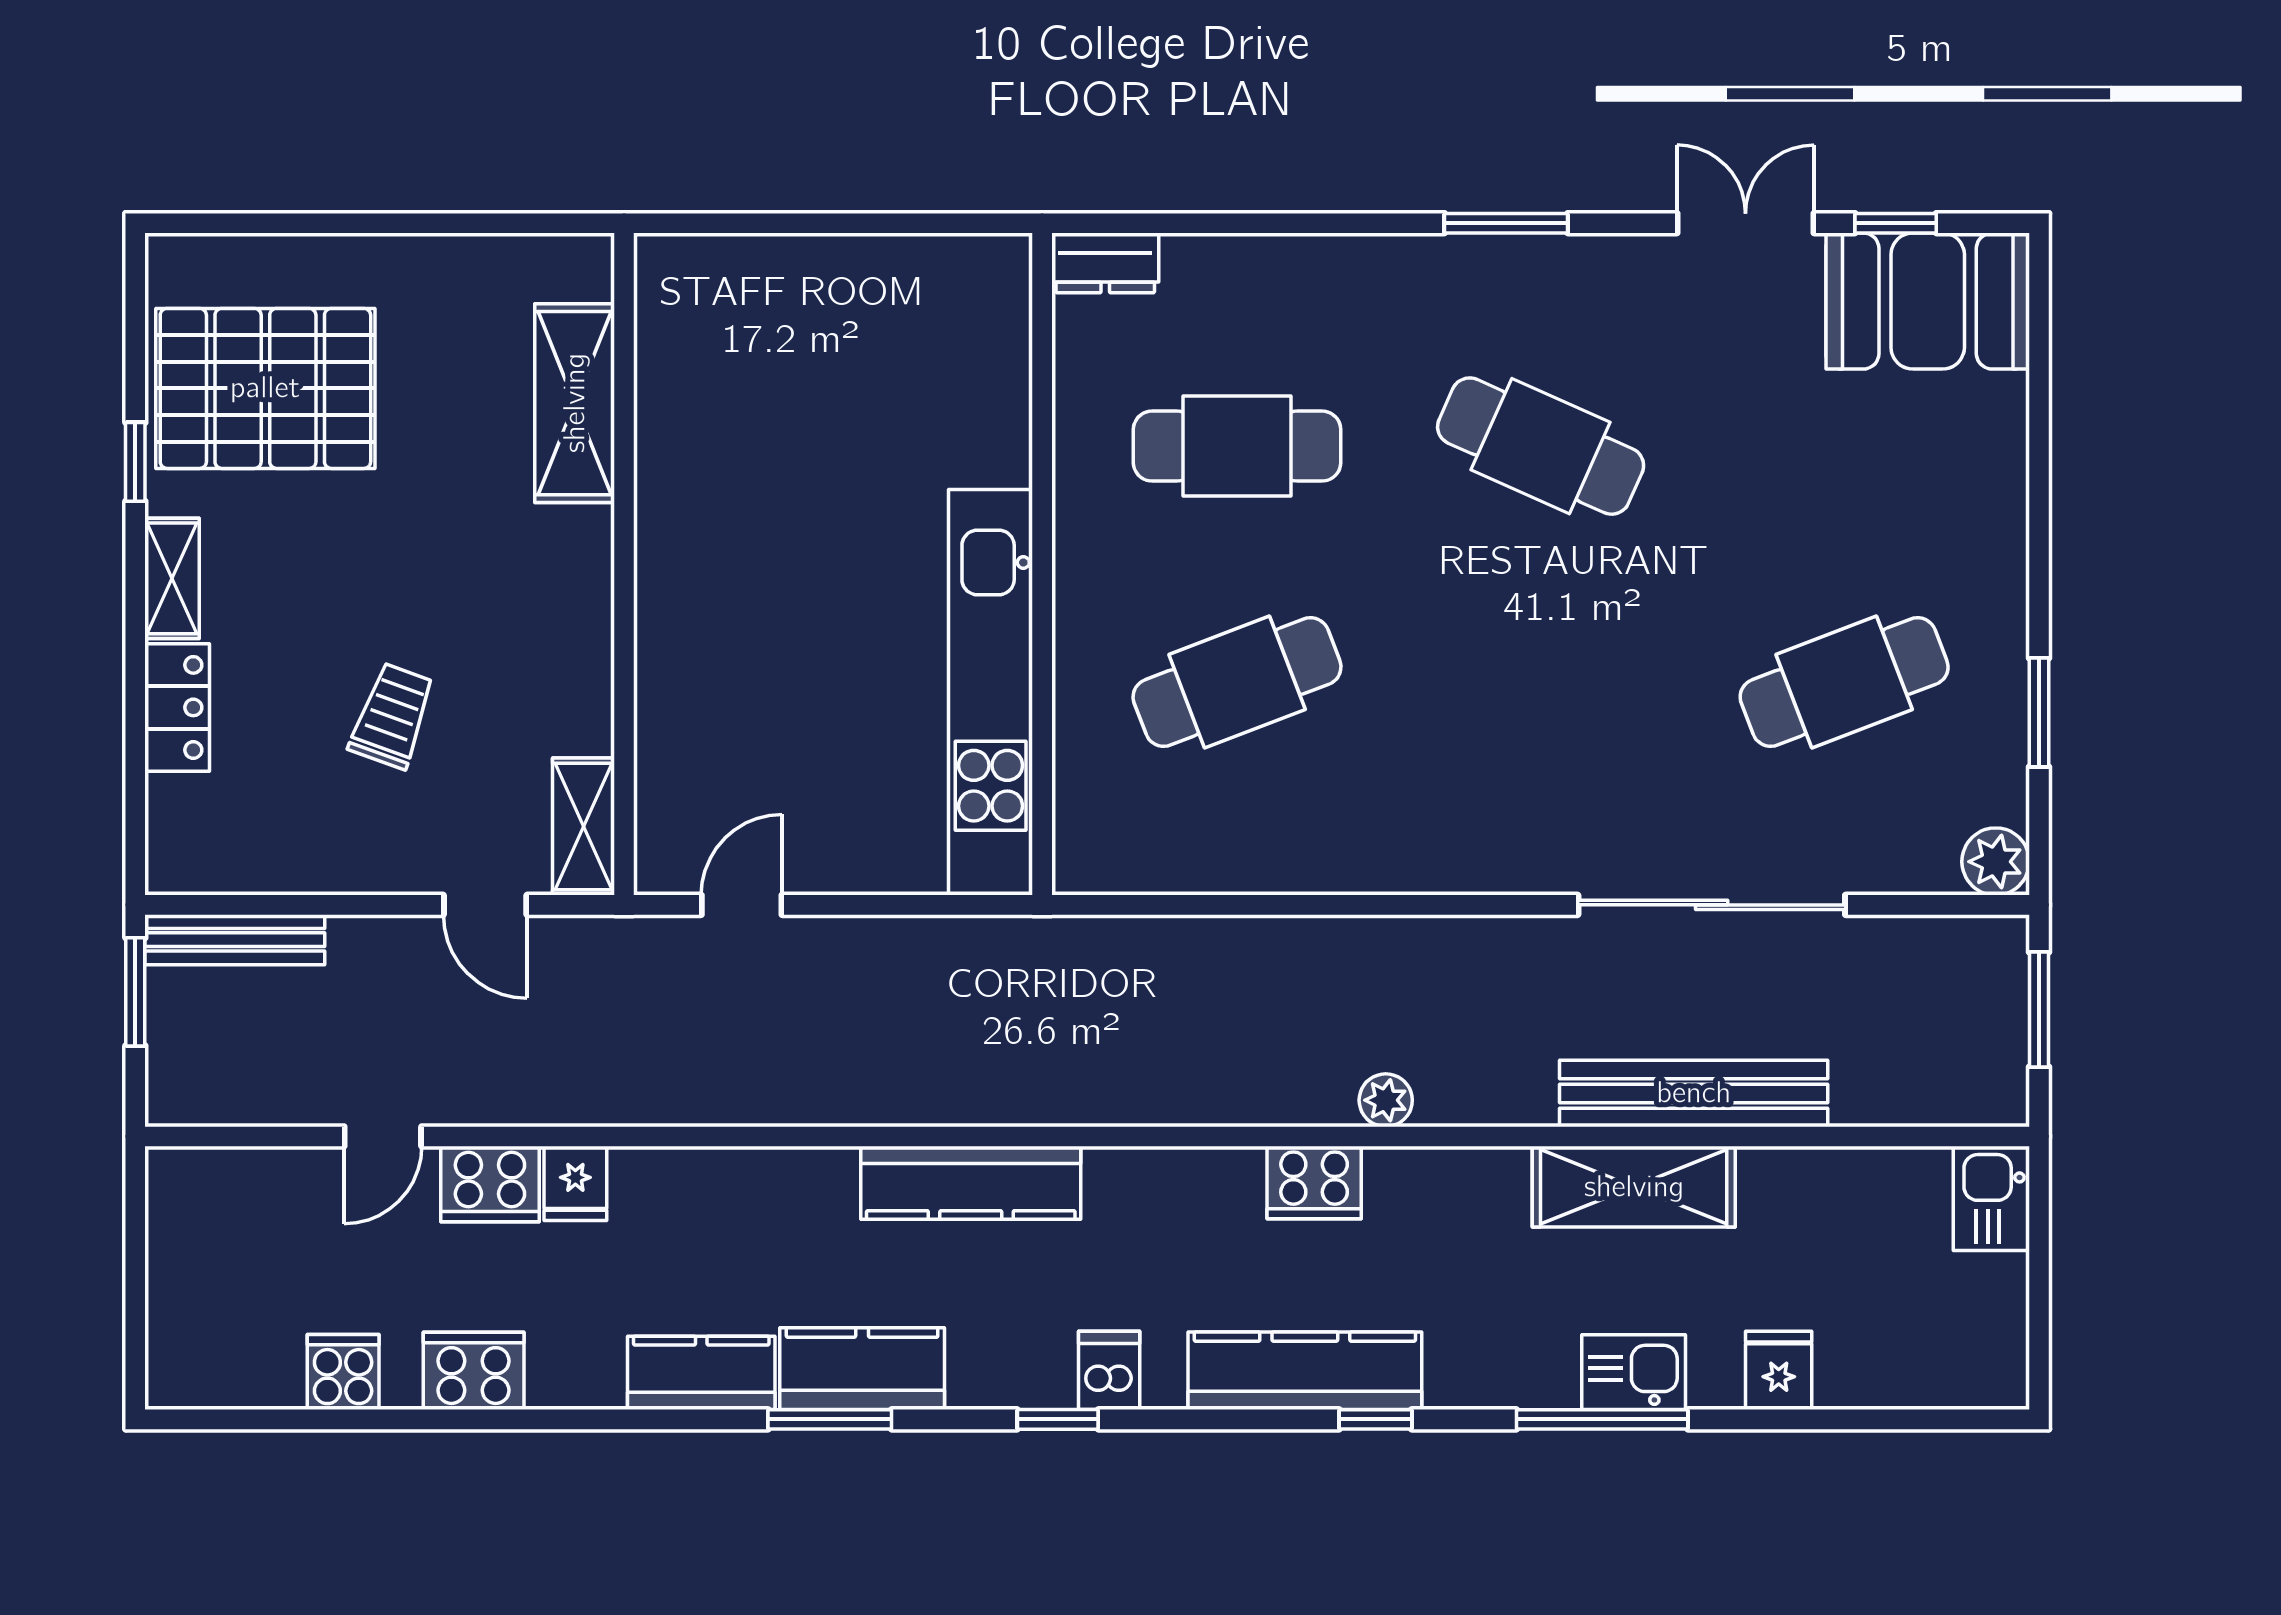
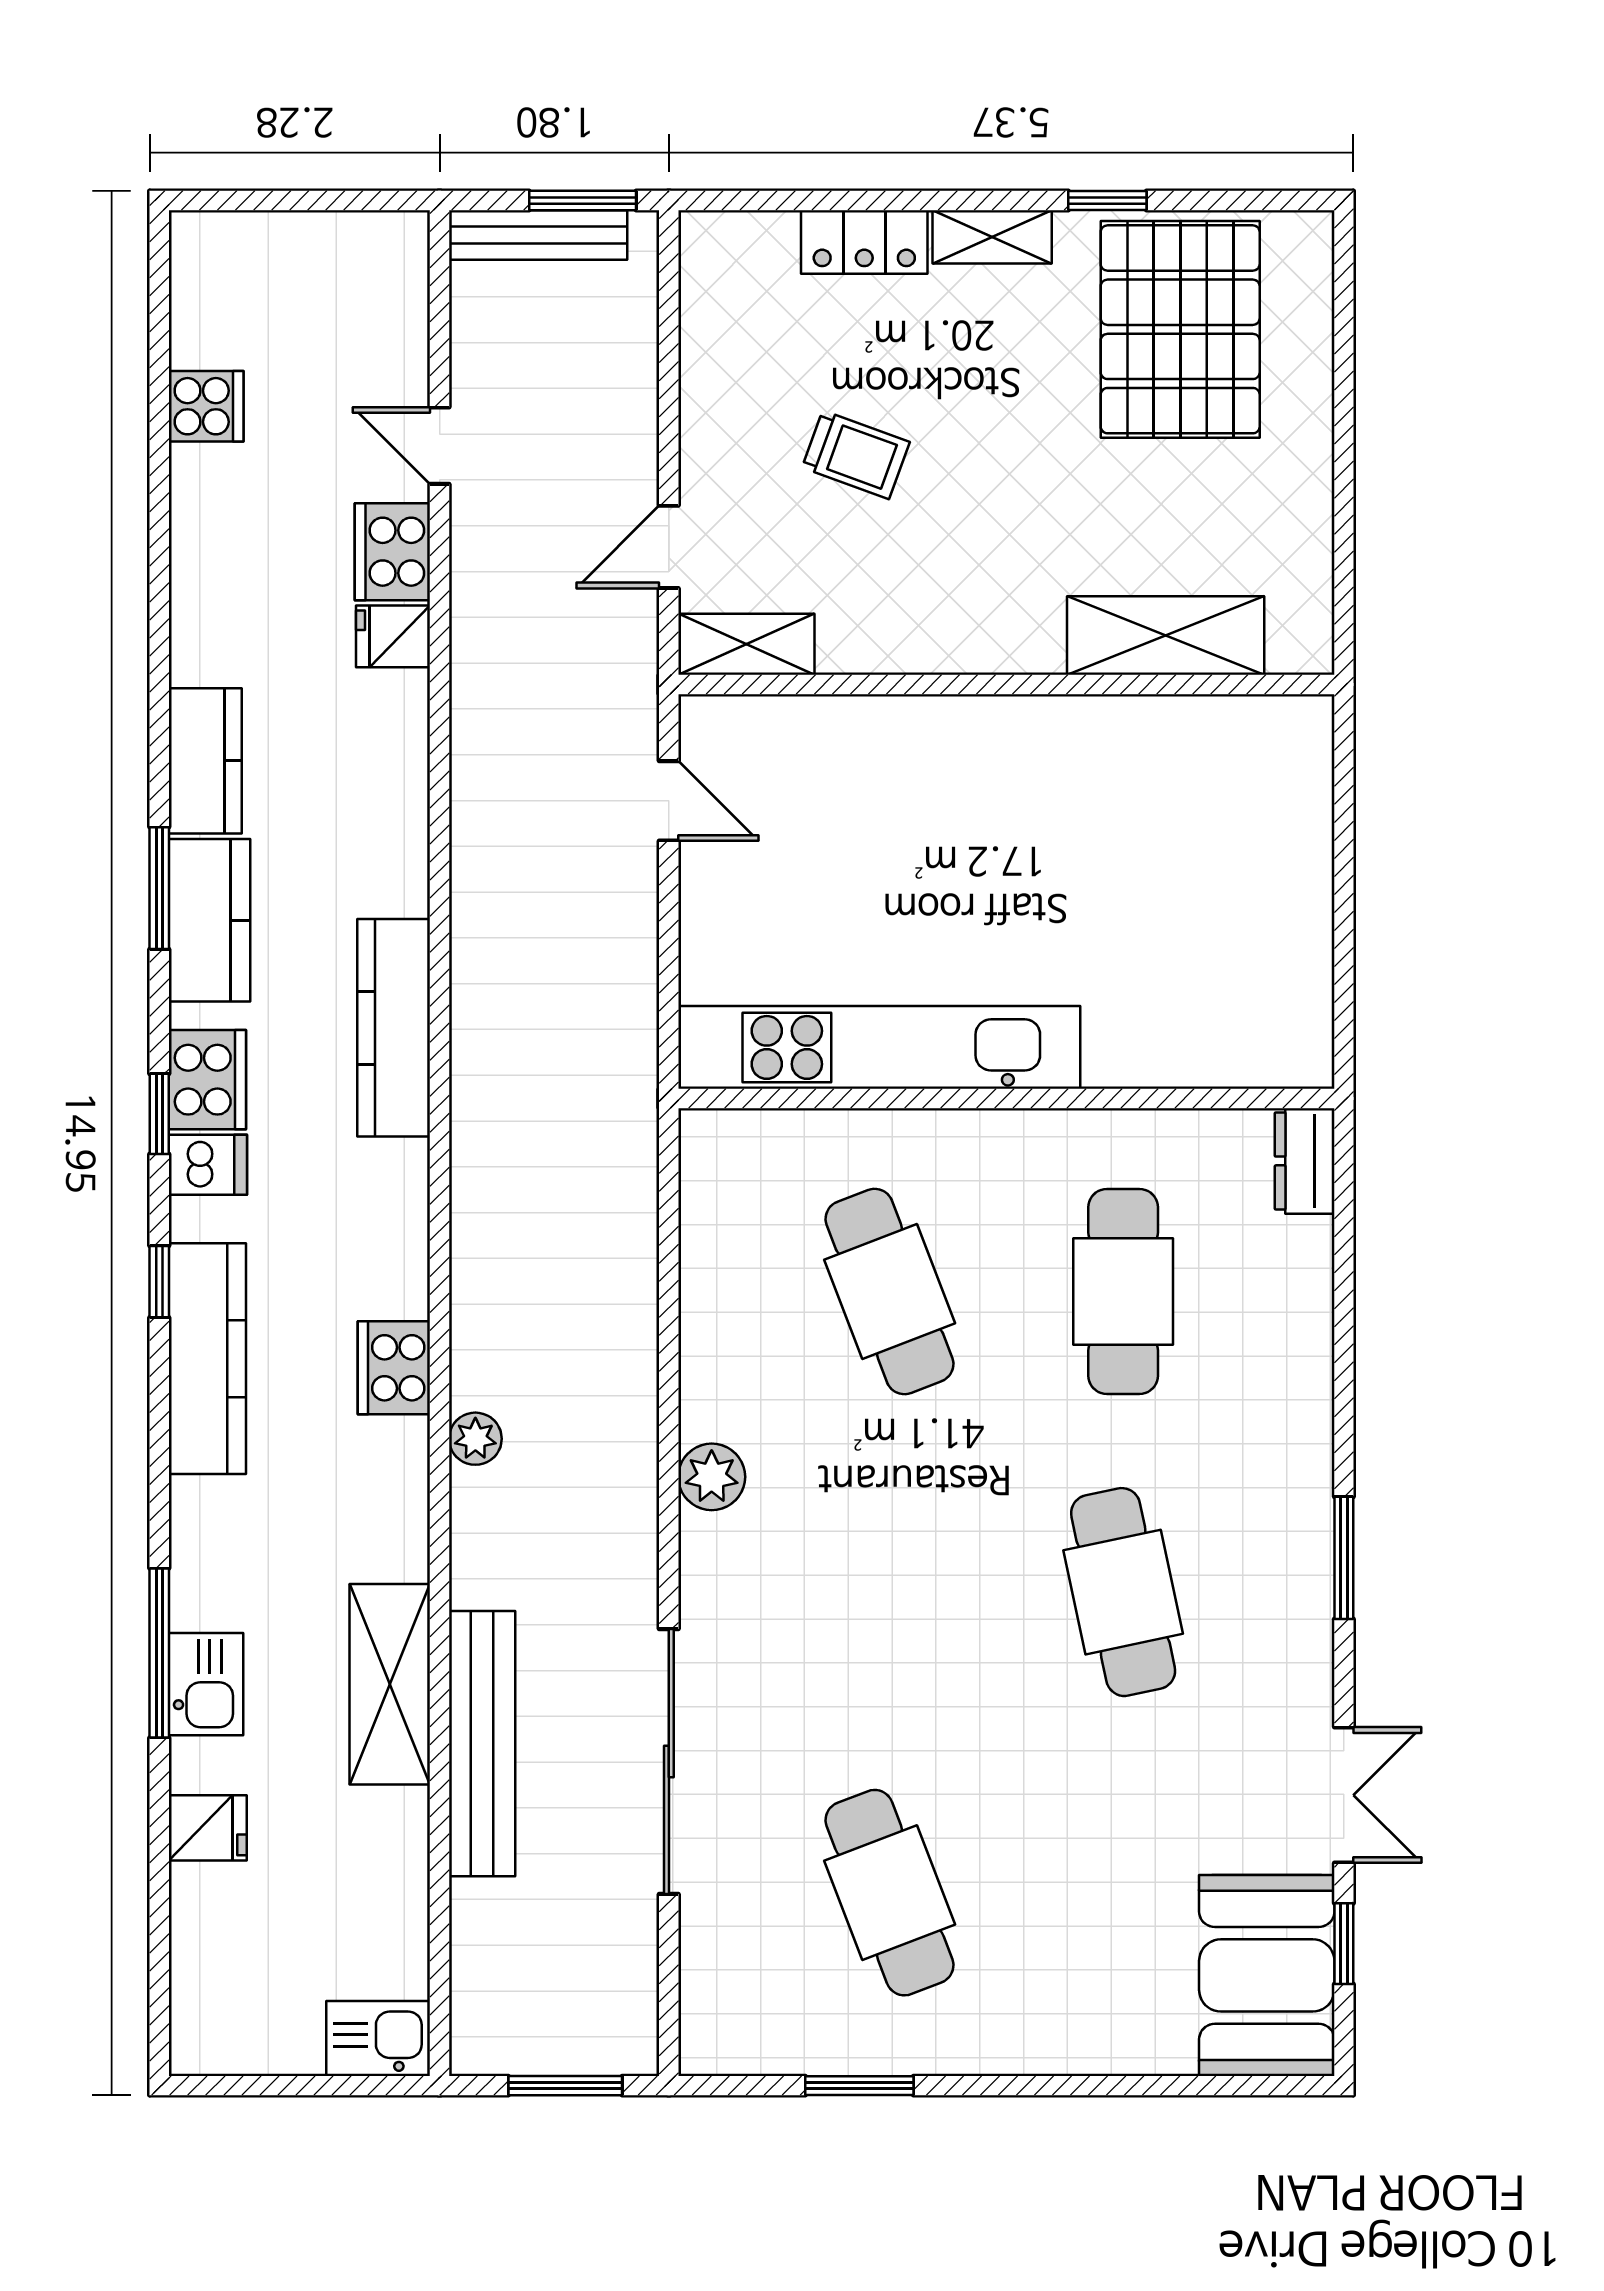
cafe table: (1541, 446) -> (1123, 1592), turned -36
plant: (1996, 862) -> (712, 1477), moved
bench: (235, 940) -> (538, 235), moved, turned 90
cooker: (474, 1371) -> (207, 1080), moved
window: (1375, 1419) -> (159, 1282), moved

